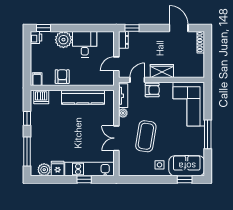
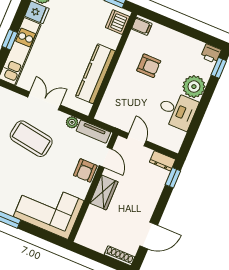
filing cabinet: (37, 79) -> (142, 26), moved
wall: (72, 88) -> (113, 65), moved
dishwasher: (41, 97) -> (118, 22), moved
kitchen counter: (83, 97) -> (95, 74), moved

